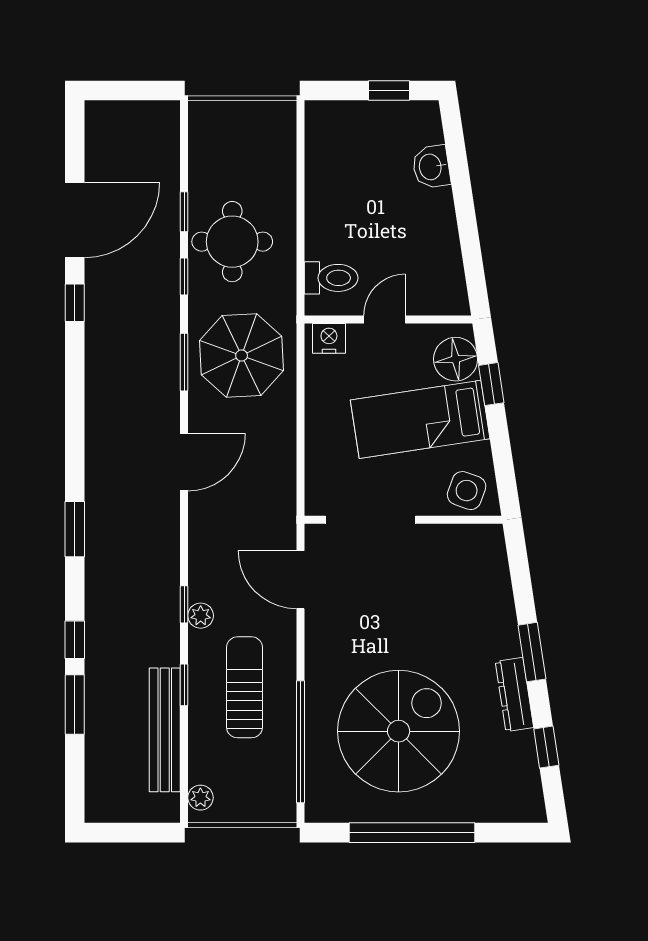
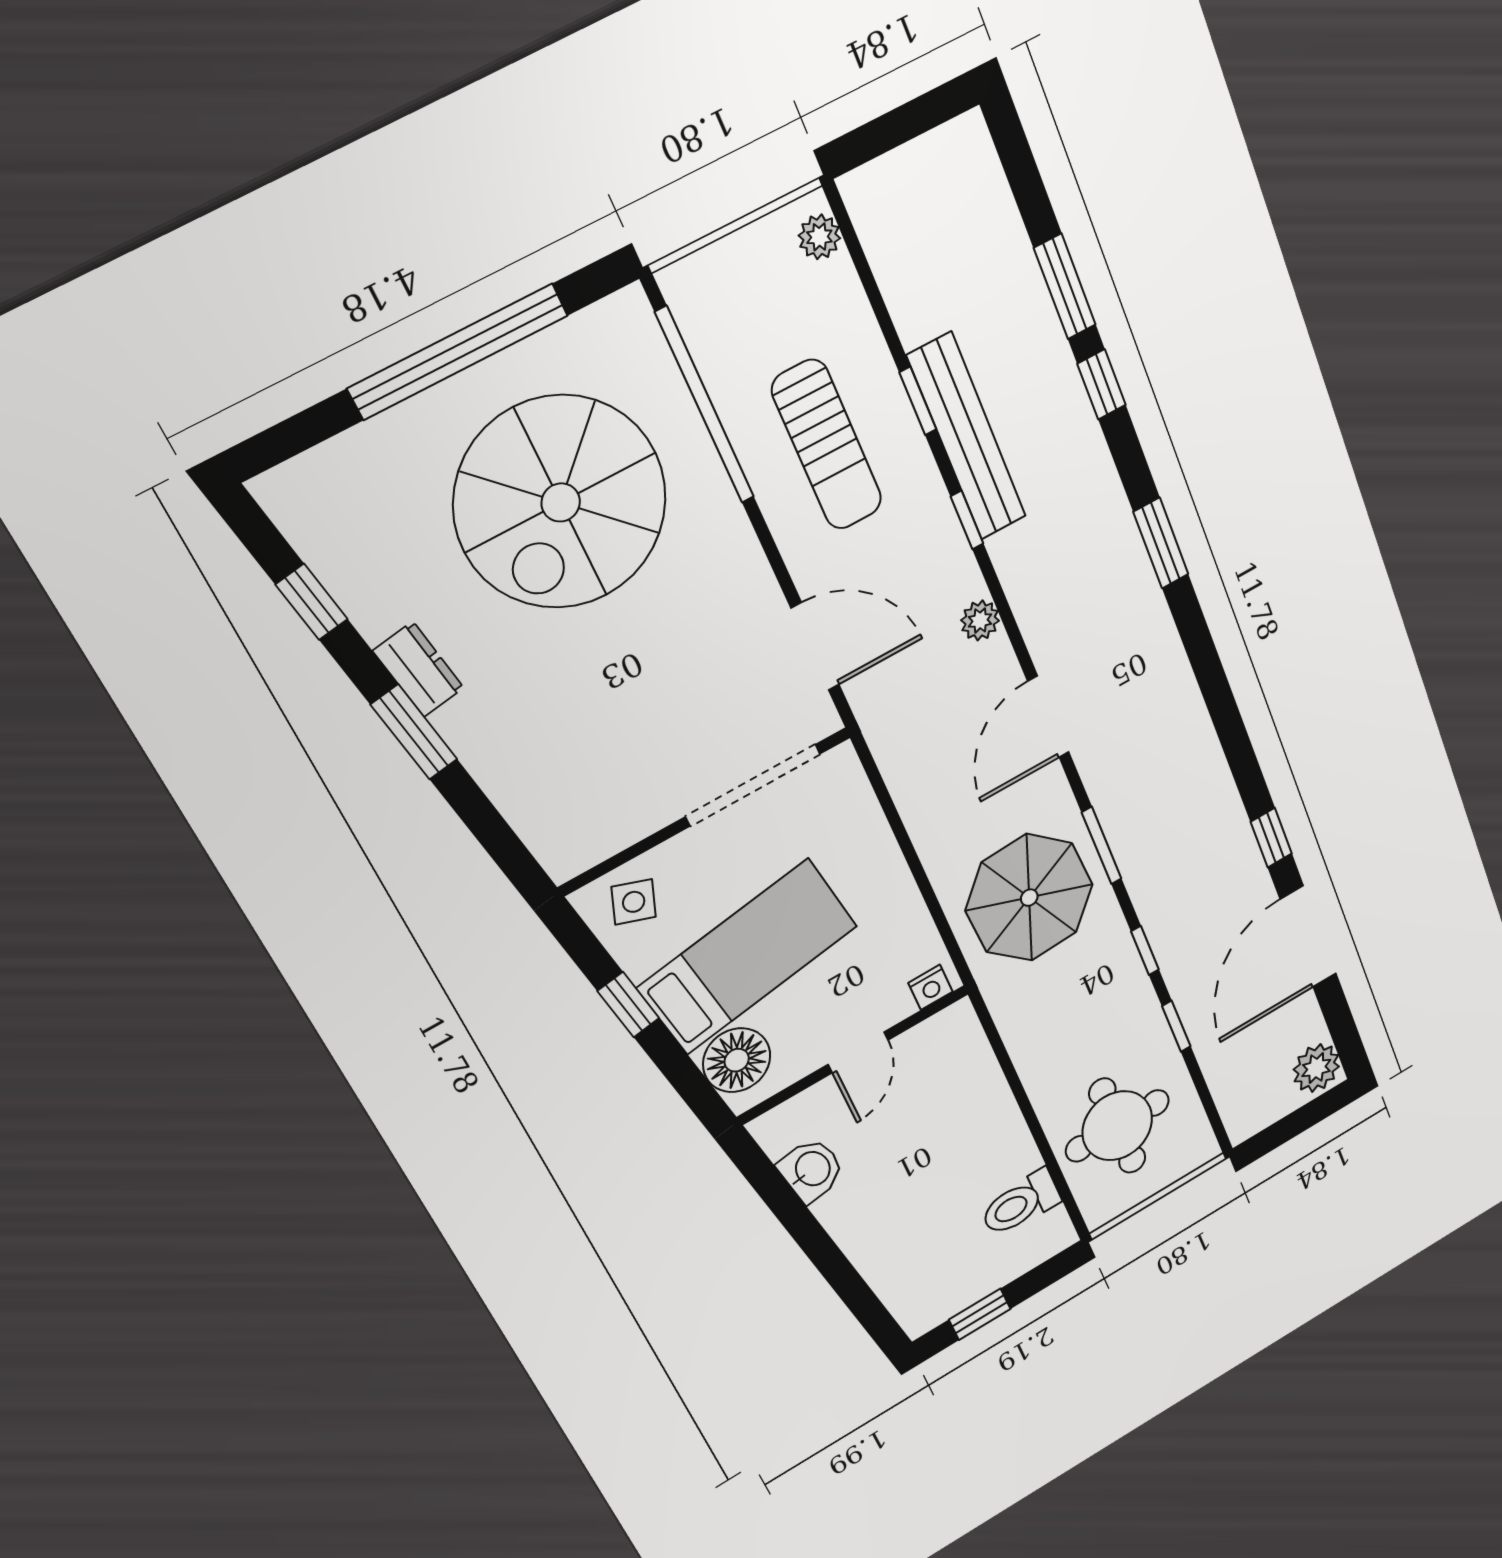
plant: (103, 122) -> (1316, 1068), added
washbasin: (431, 167) -> (812, 1170), moved
round table: (232, 242) -> (1117, 1126), moved
toilet: (331, 278) -> (1021, 1203), moved
nightstand: (329, 338) -> (930, 987), width x0.72, depth x0.74
window: (491, 384) -> (628, 1005), moved
side table: (467, 491) -> (634, 902), width x0.73, depth x0.73
plant: (201, 616) -> (980, 620), moved
dresser: (514, 695) -> (418, 669), width x0.70
bench: (165, 730) -> (967, 437), moved

